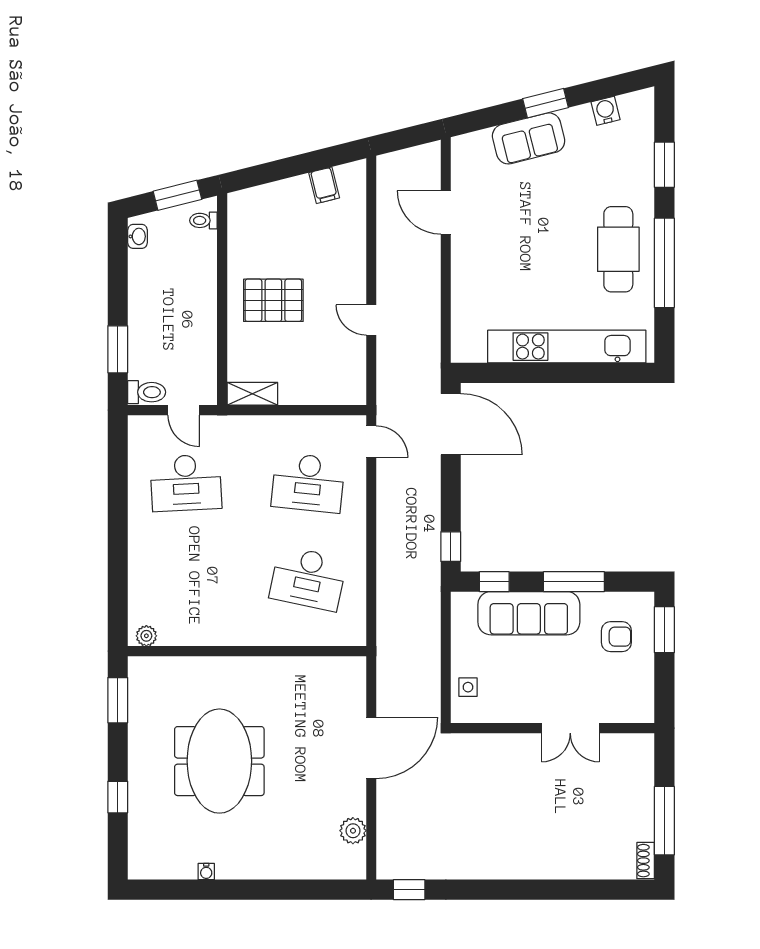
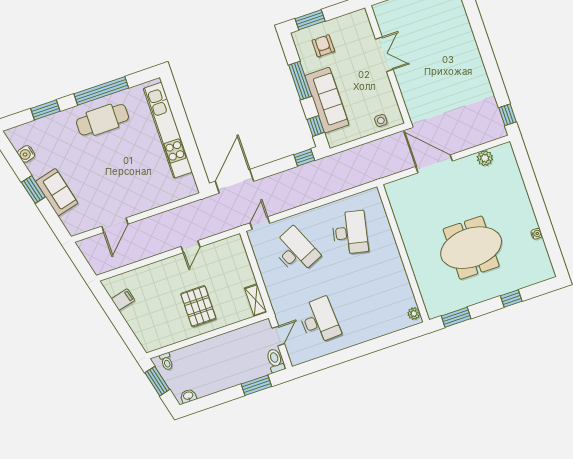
desk: (308, 483) -> (295, 251), turned -30

